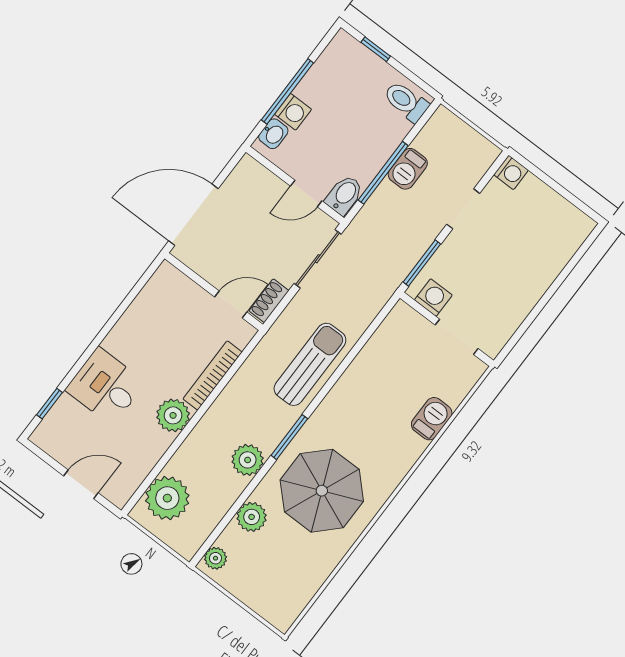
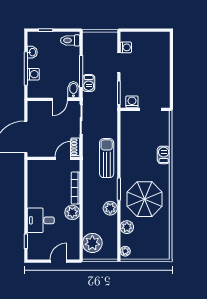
washbasin: (273, 134) -> (32, 52), moved
barbecue: (408, 169) -> (89, 83), moved
washing machine: (511, 172) -> (126, 47), moved
barbecue: (432, 419) -> (164, 155), moved

